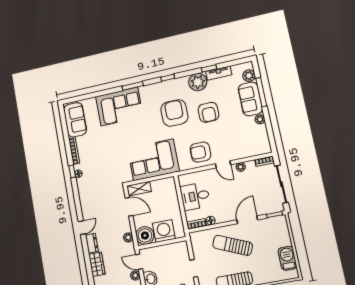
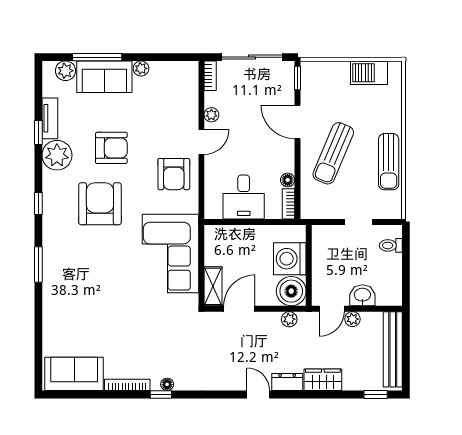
corner sofa: (119, 107) -> (69, 294), removed
armchair: (174, 113) -> (100, 204), turned 90

